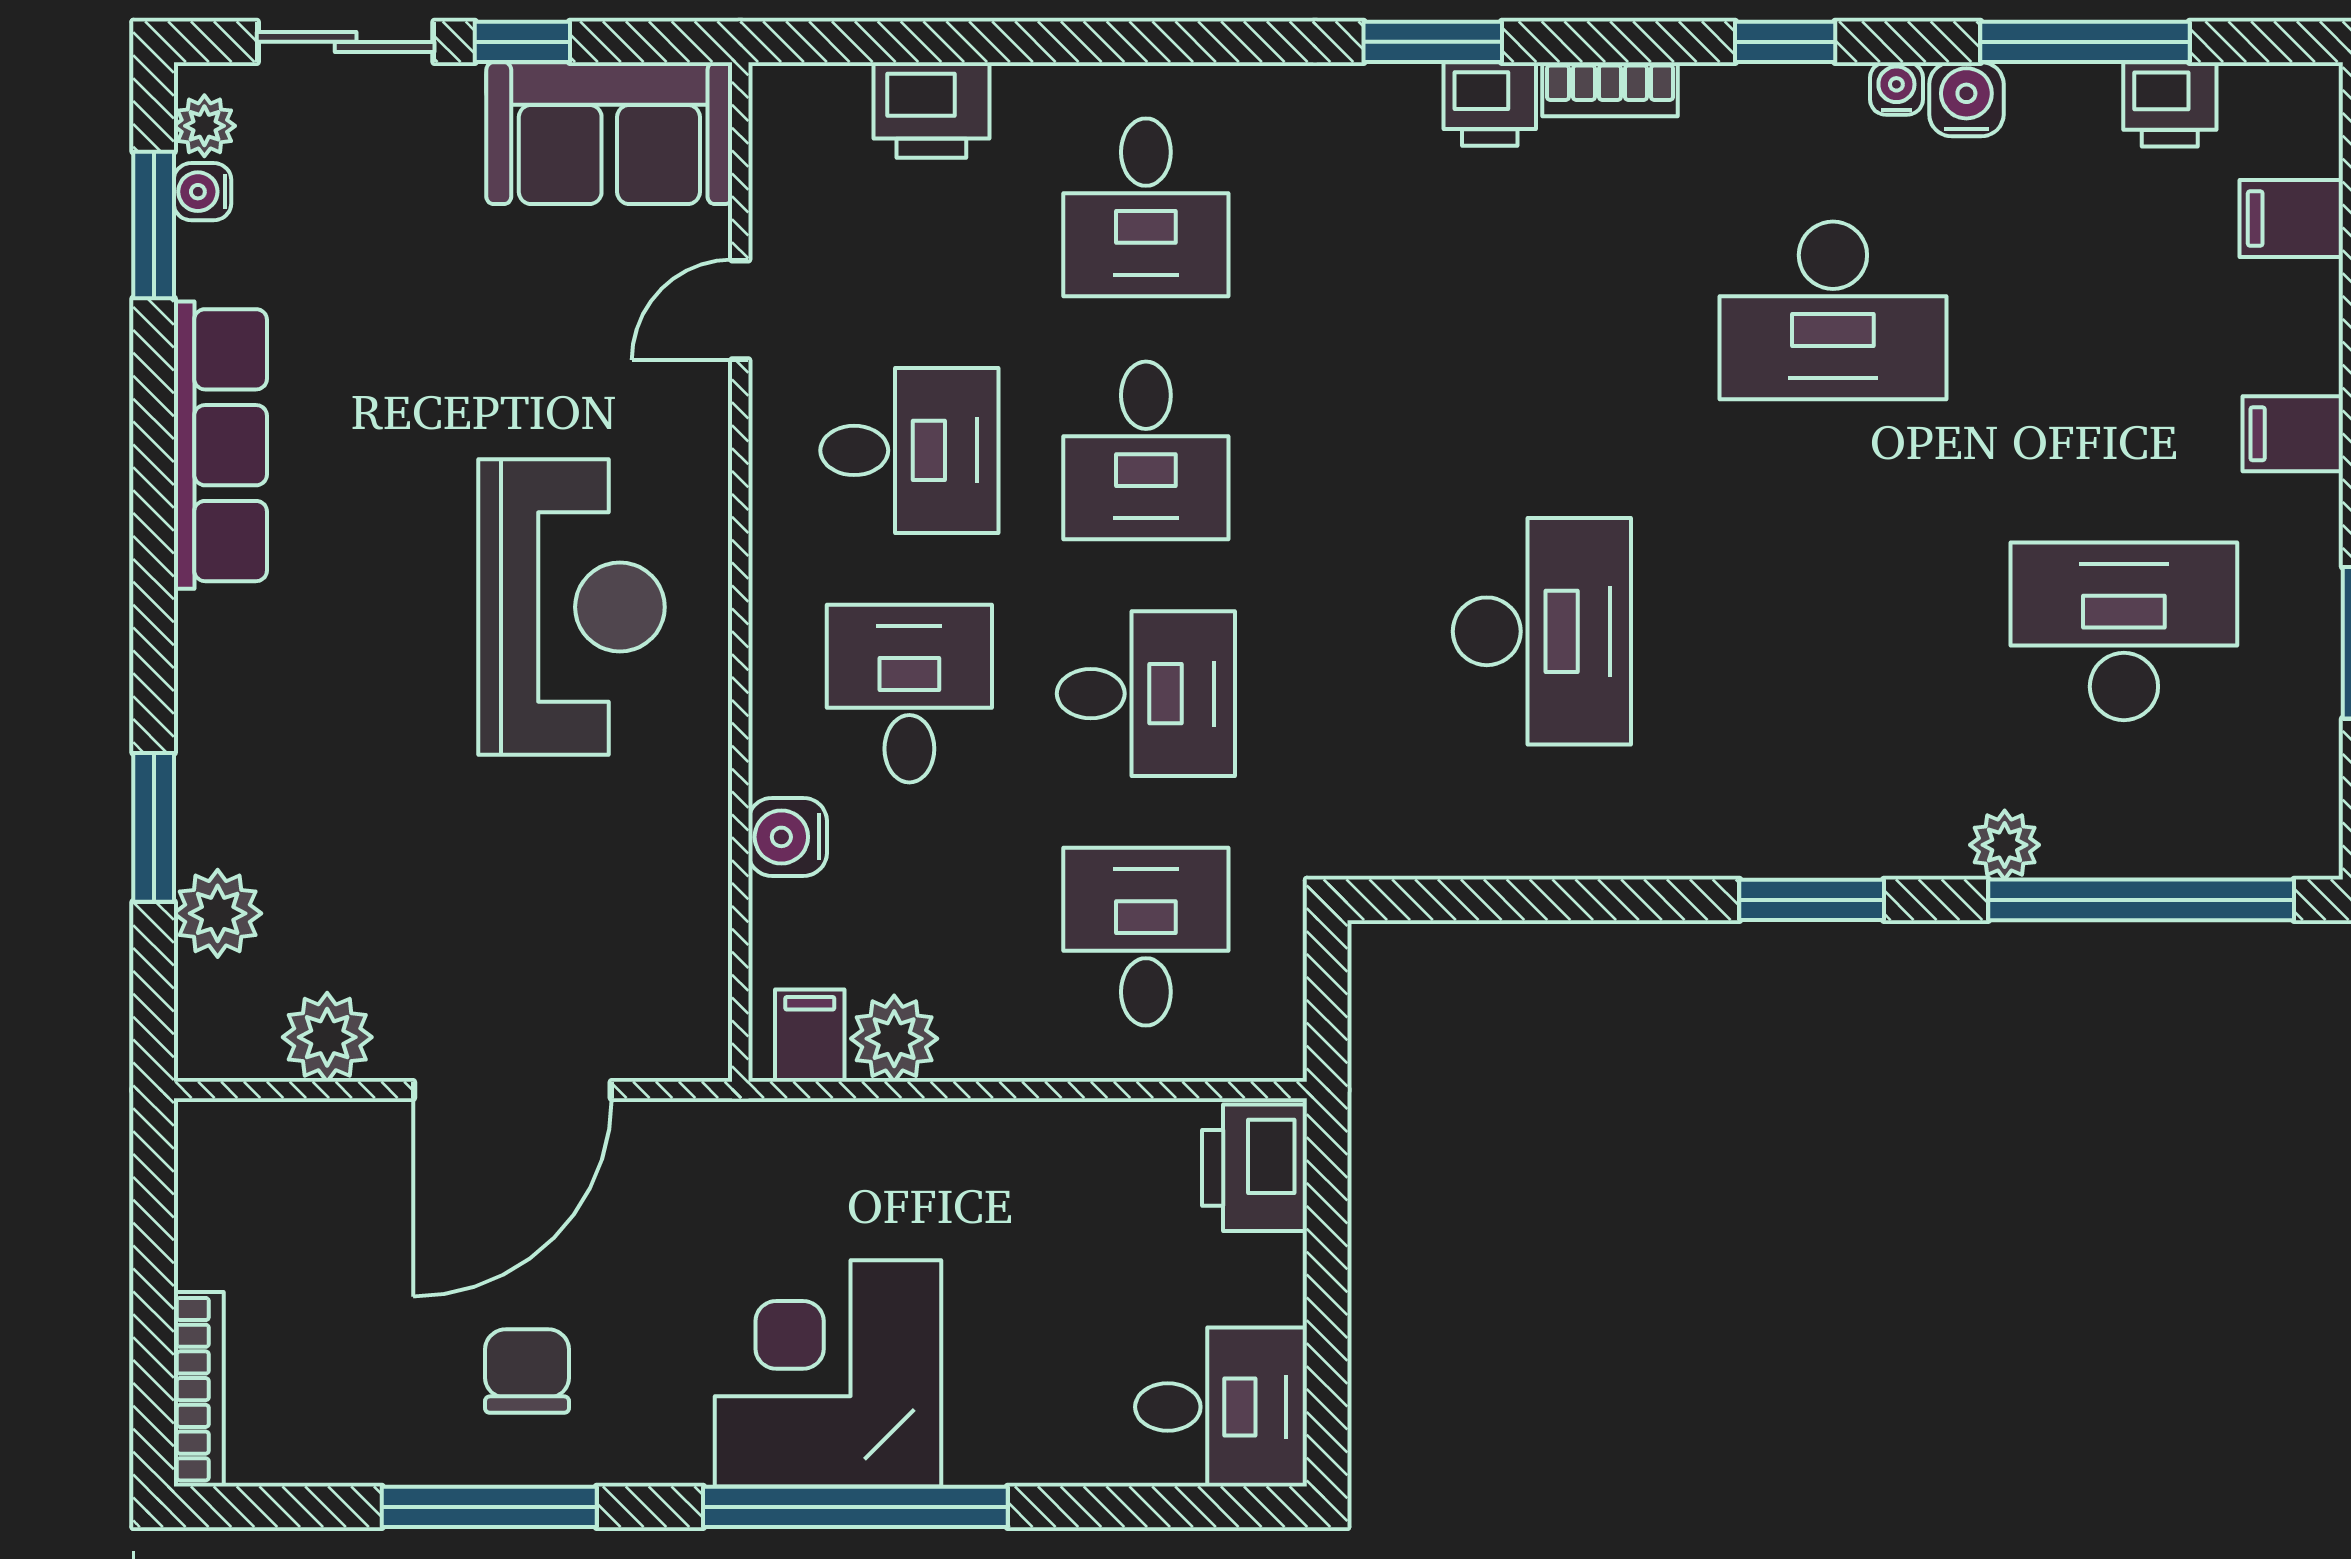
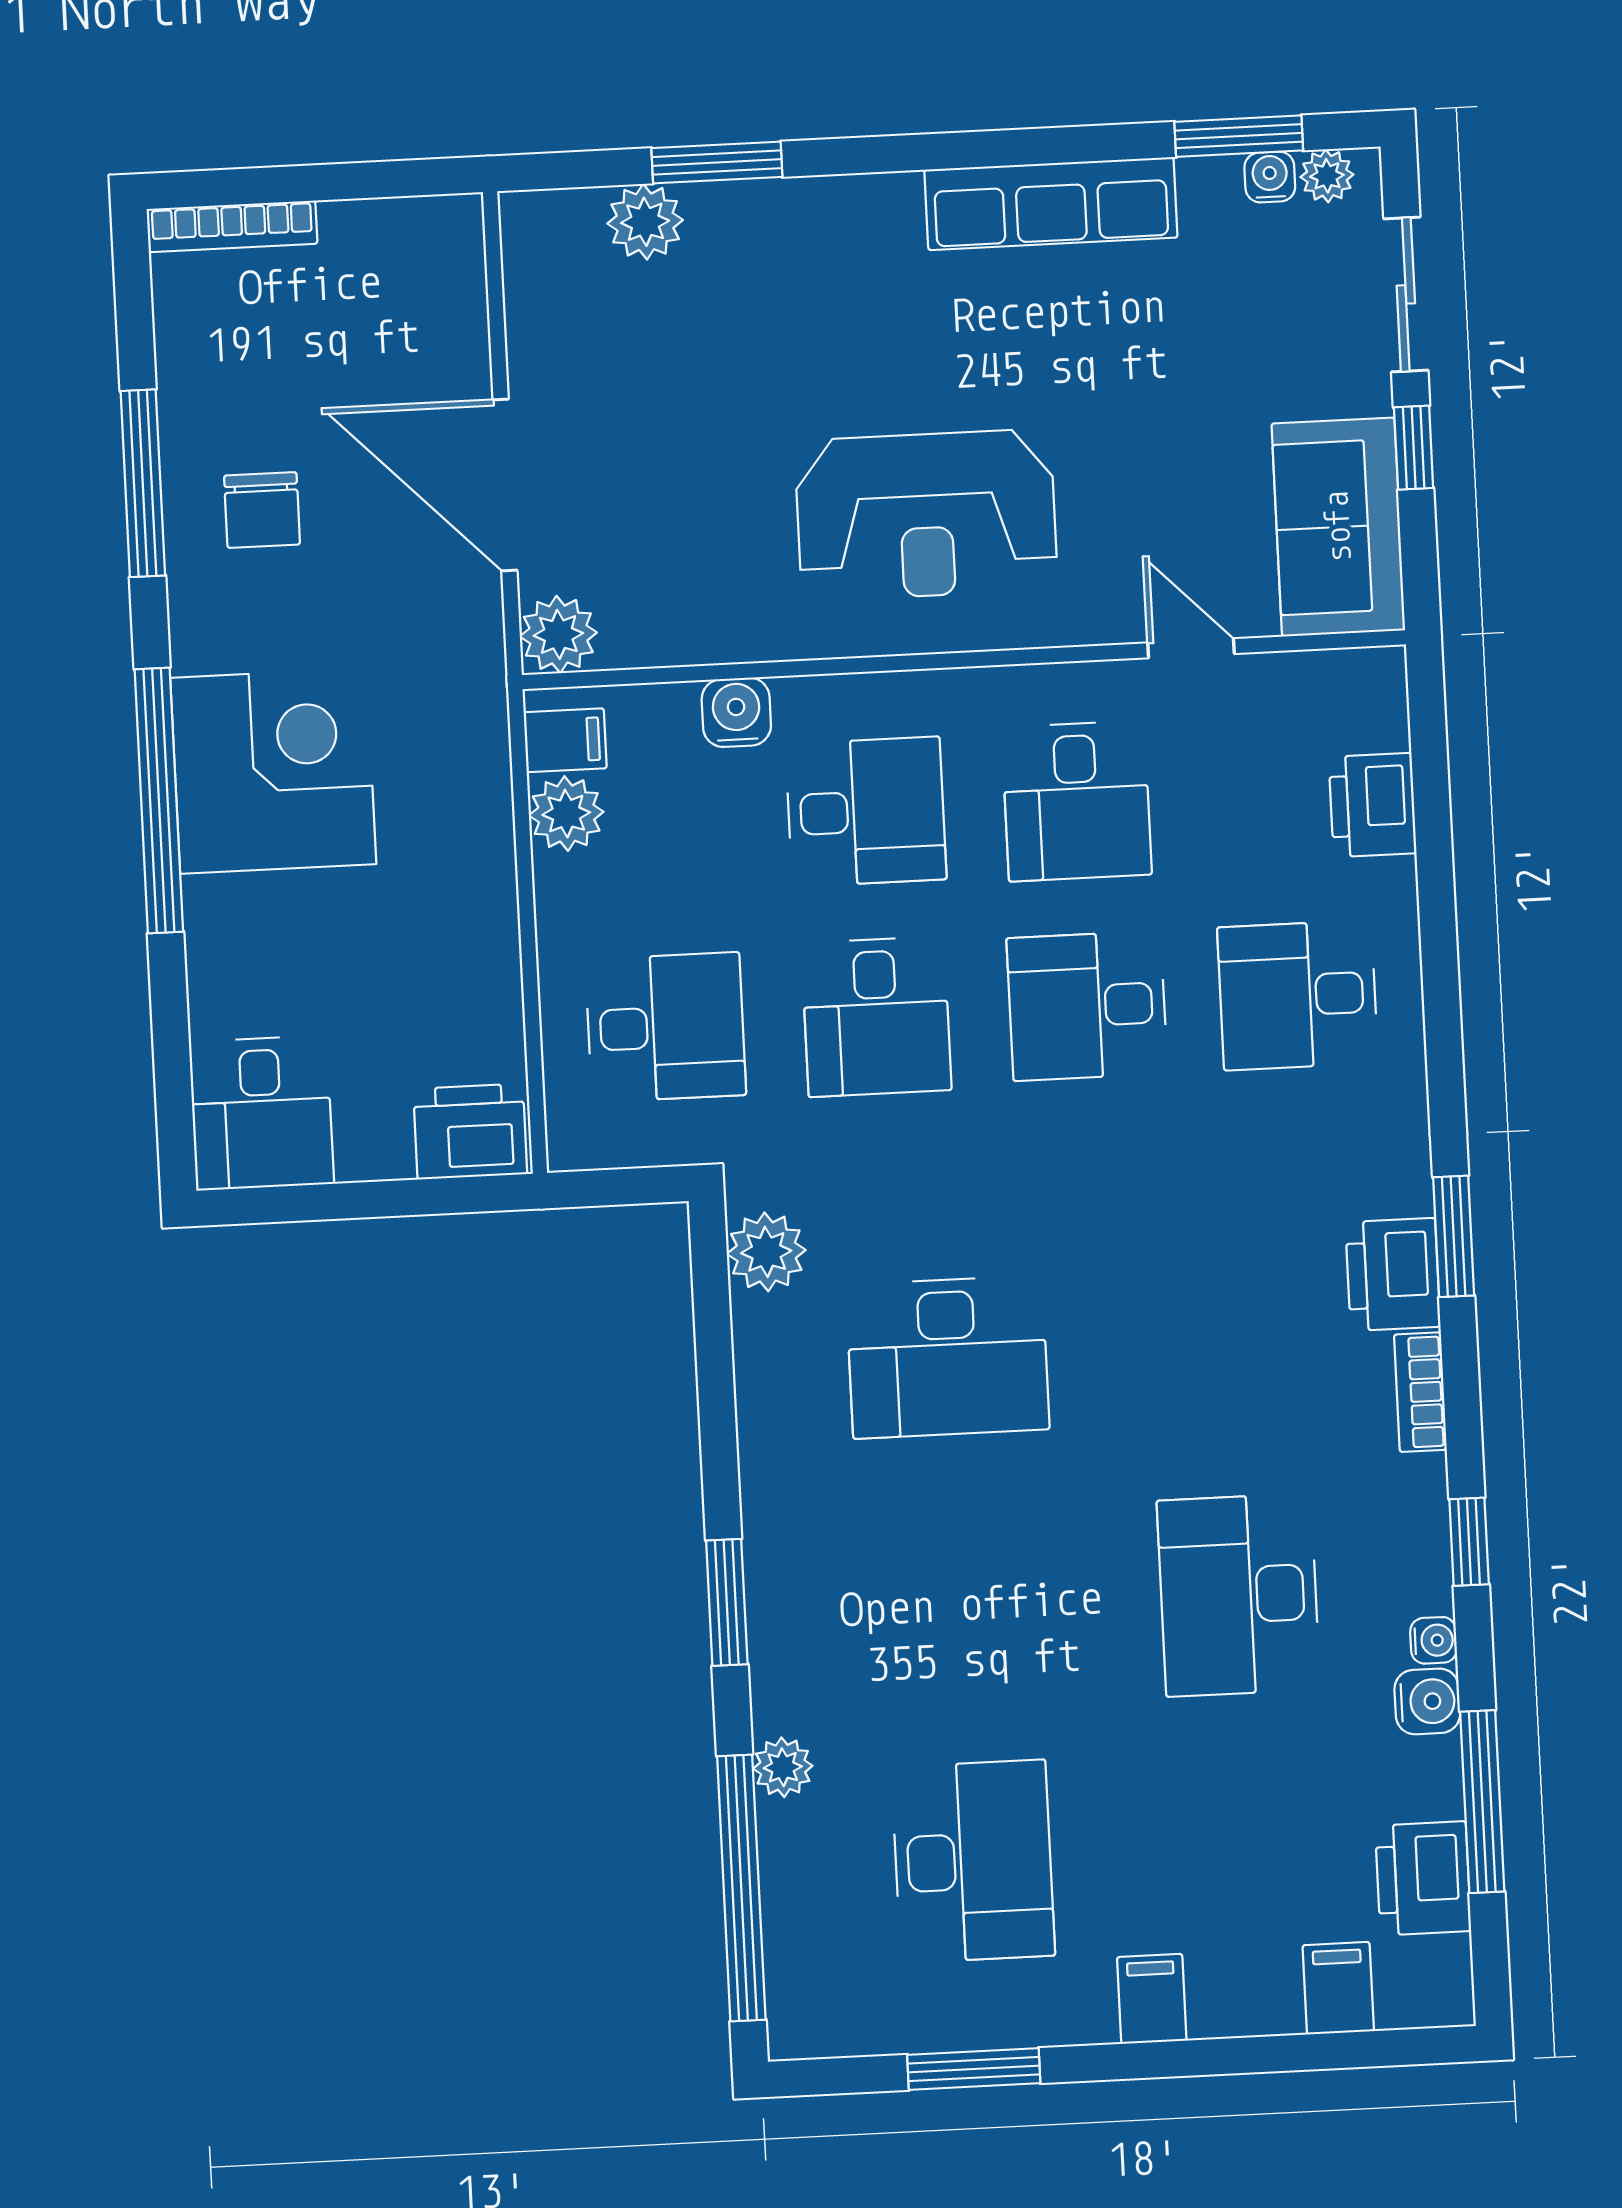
printer: (1490, 104) -> (1393, 1274), width x1.36, depth x1.24
printer: (2170, 104) -> (1423, 1878), width x1.36, depth x1.24
plant: (1410, 834) -> (766, 1252), added
plant: (327, 1037) -> (558, 634), moved
chair: (527, 1371) -> (262, 510), turned 90

